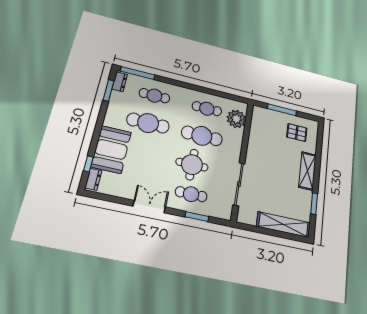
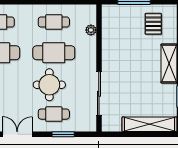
plant: (236, 119) -> (91, 30), width x0.53, depth x0.53
pallet: (297, 133) -> (153, 24), turned 90

